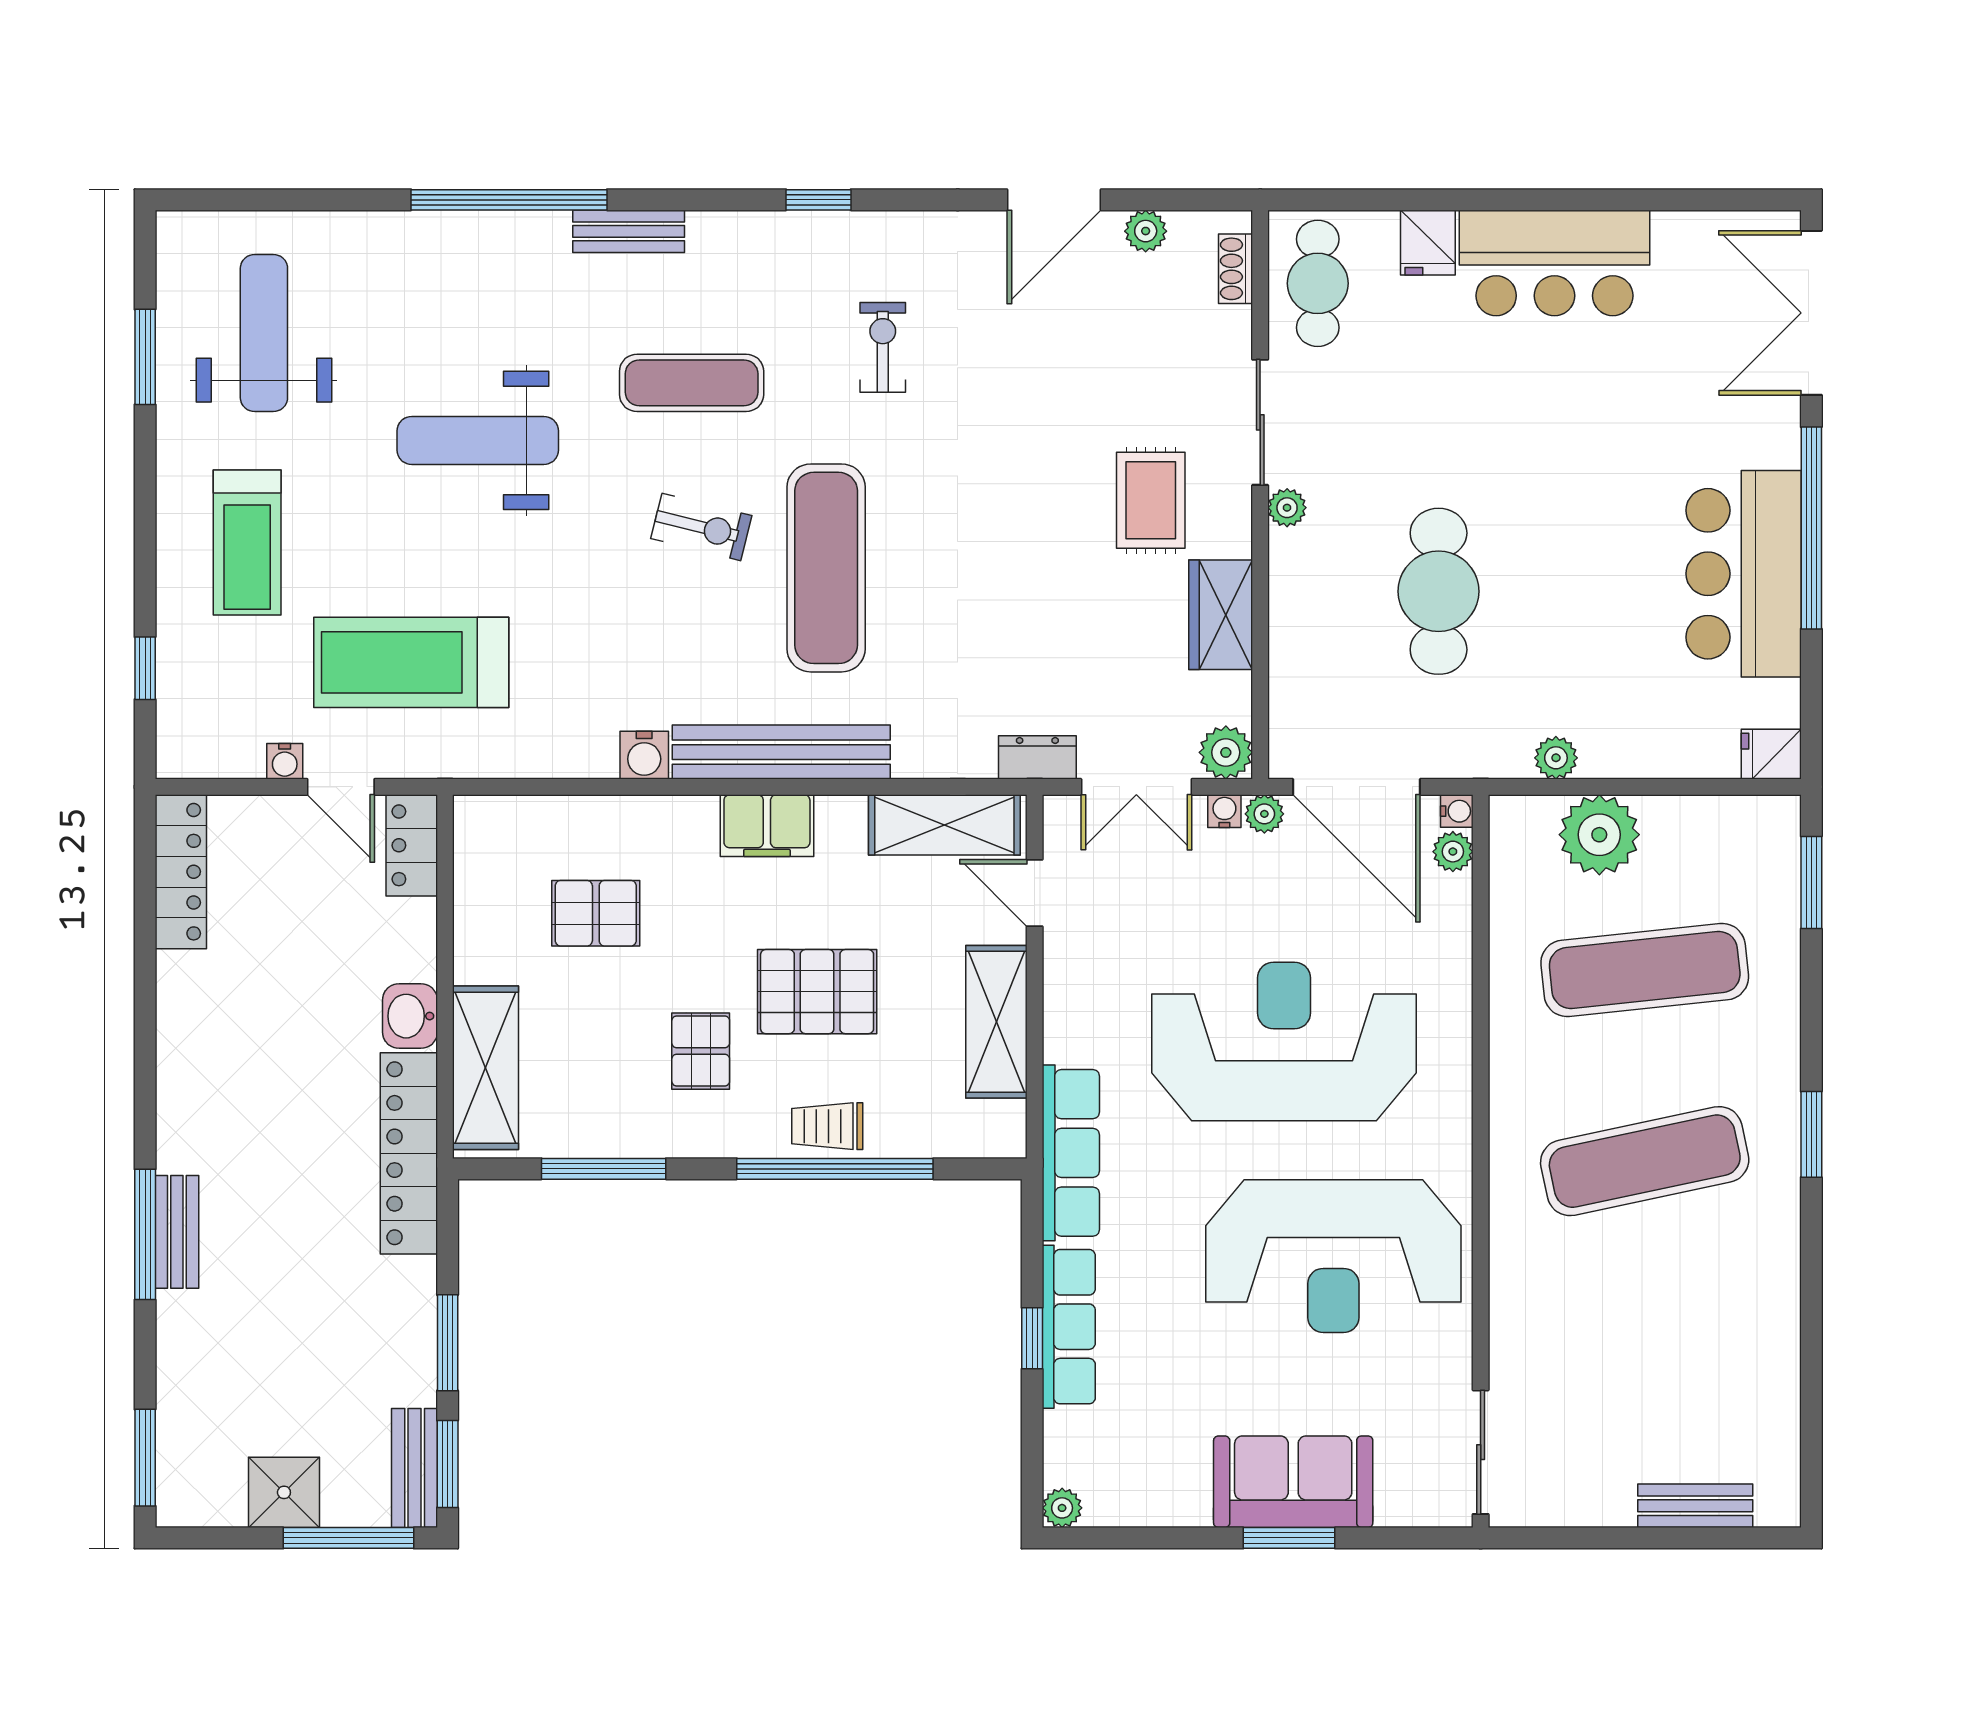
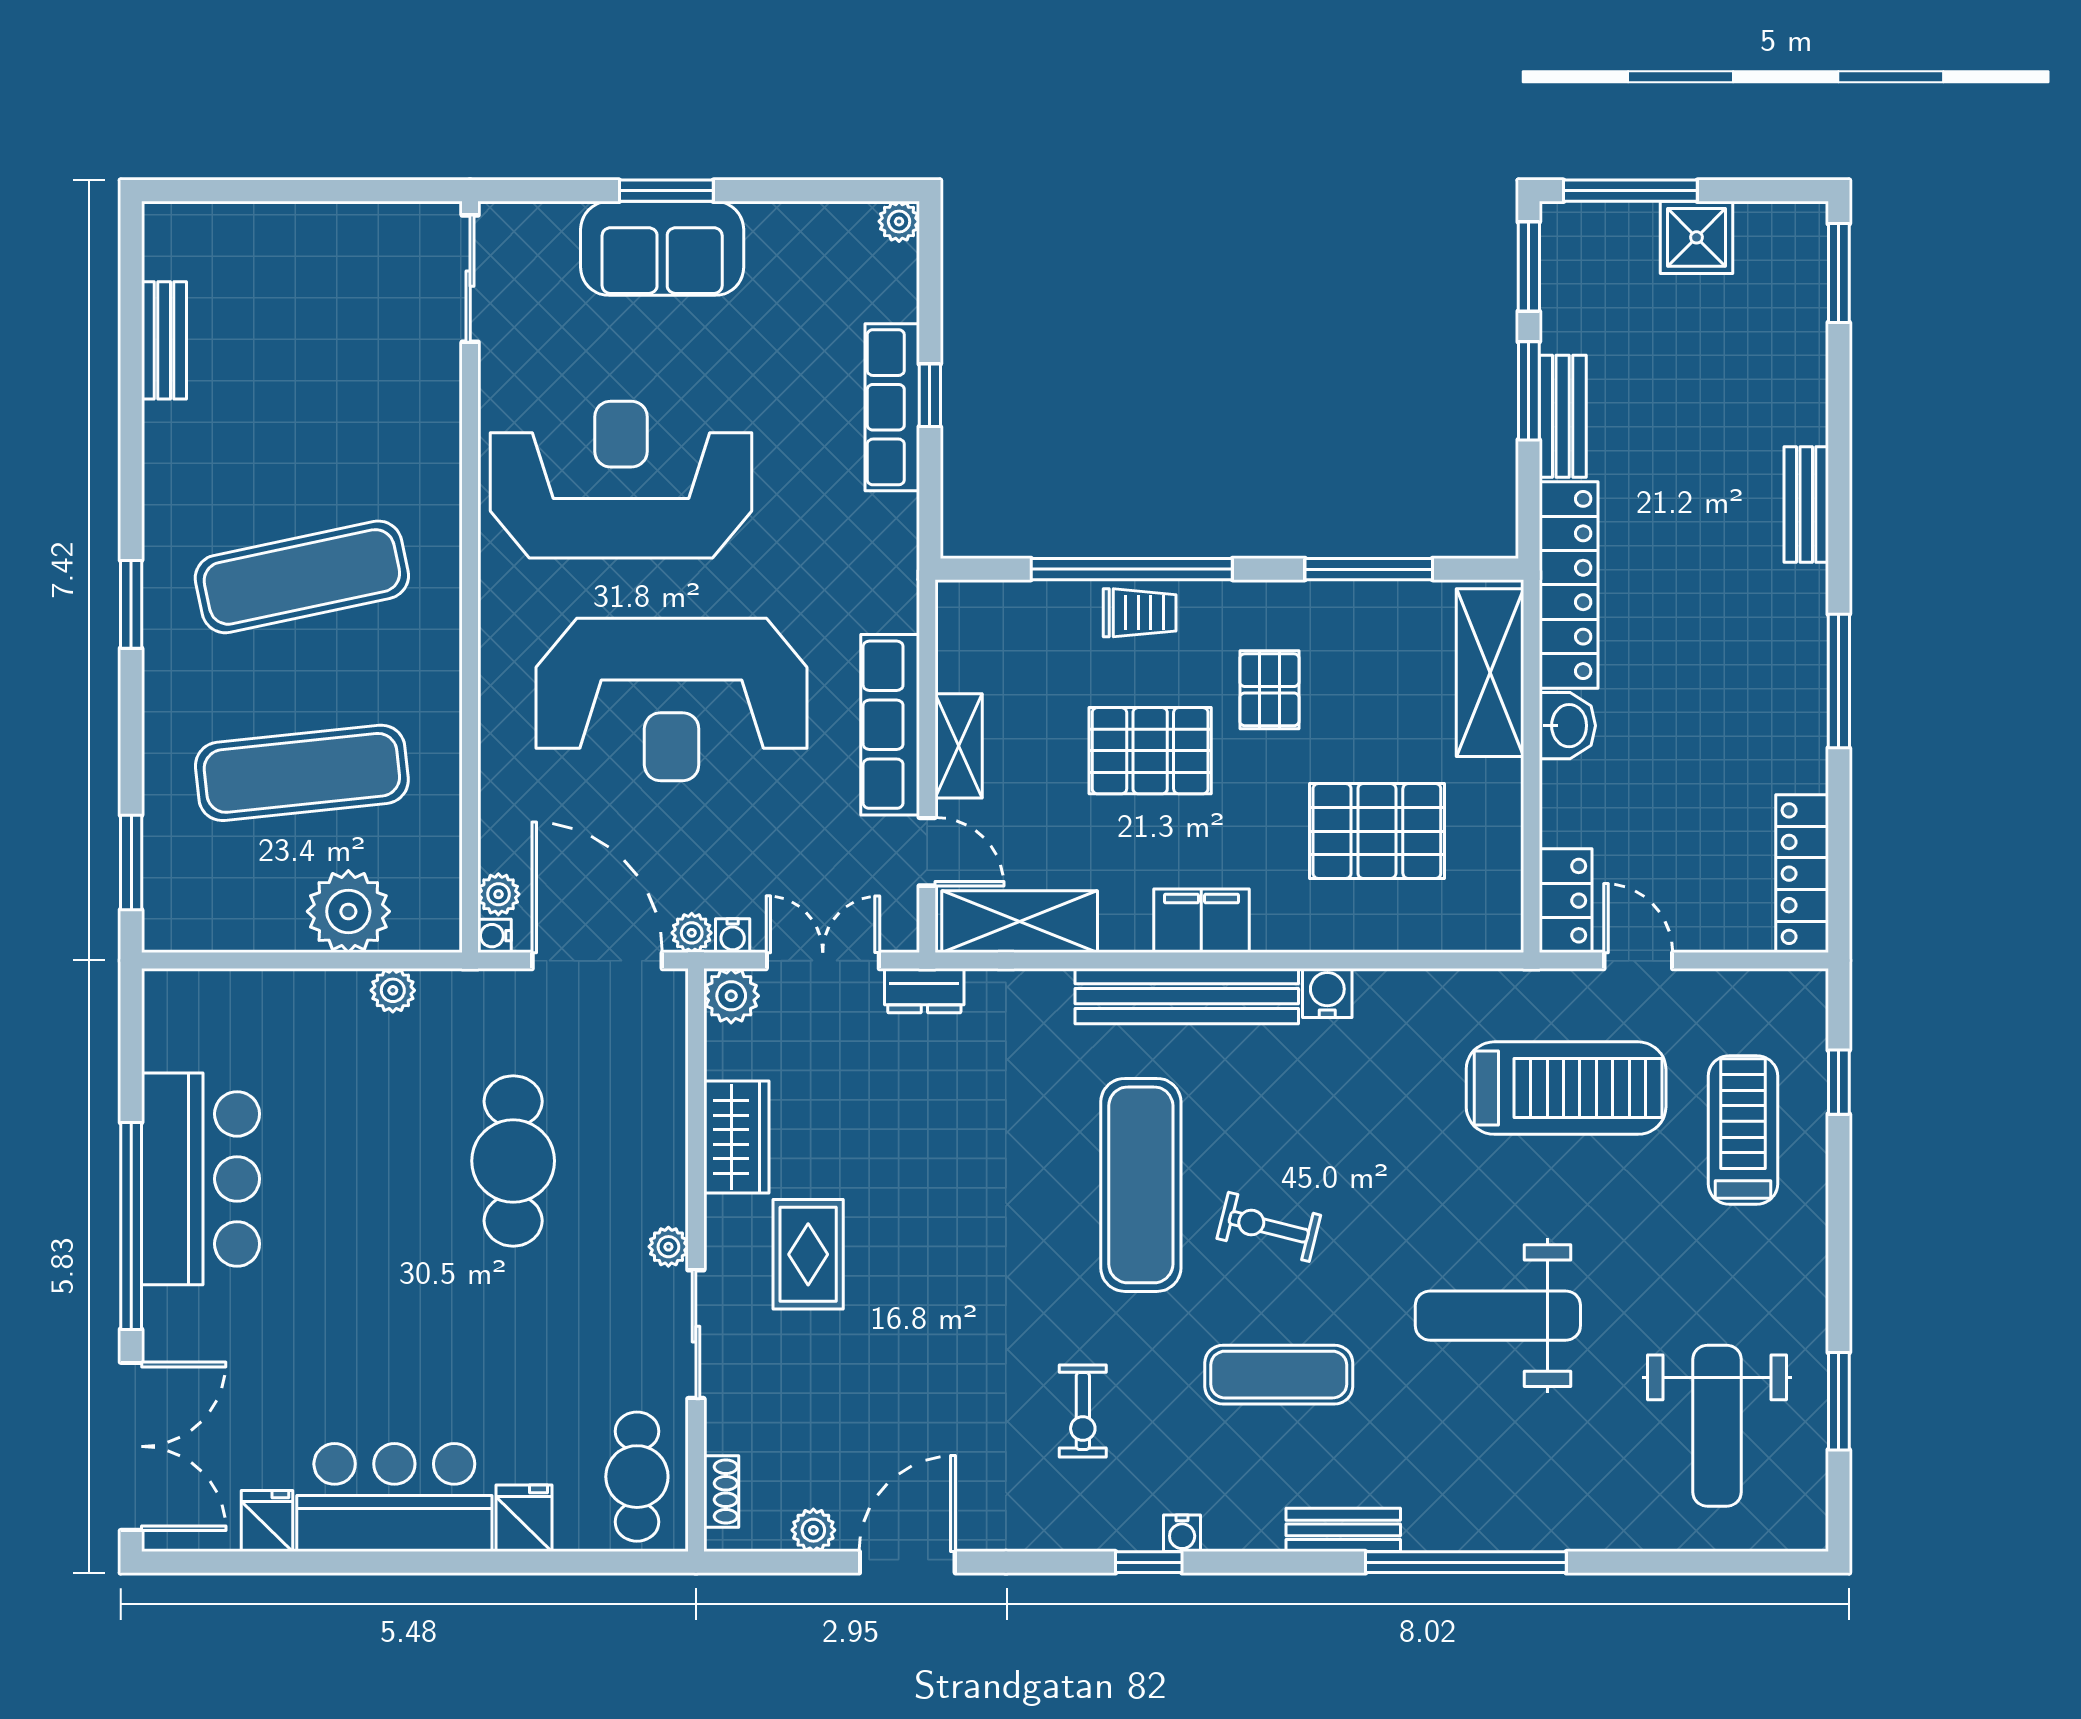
weight bench: (478, 440) -> (1498, 1316), turned 180
treadmill: (247, 543) -> (1743, 1130), moved
fridge: (1771, 754) -> (267, 1521), moved, turned -90
water cooler: (285, 761) -> (1182, 1533), moved, turned 180
pallet: (596, 913) -> (1377, 831), width x1.50, depth x1.42
shelving: (996, 1022) -> (959, 746), width x0.67, depth x0.75
row of seats: (1071, 1153) -> (890, 725), moved
window: (145, 1234) -> (1839, 681), moved
bench: (415, 1468) -> (1563, 416), moved
bench: (1695, 1506) -> (164, 340), moved, turned 90

